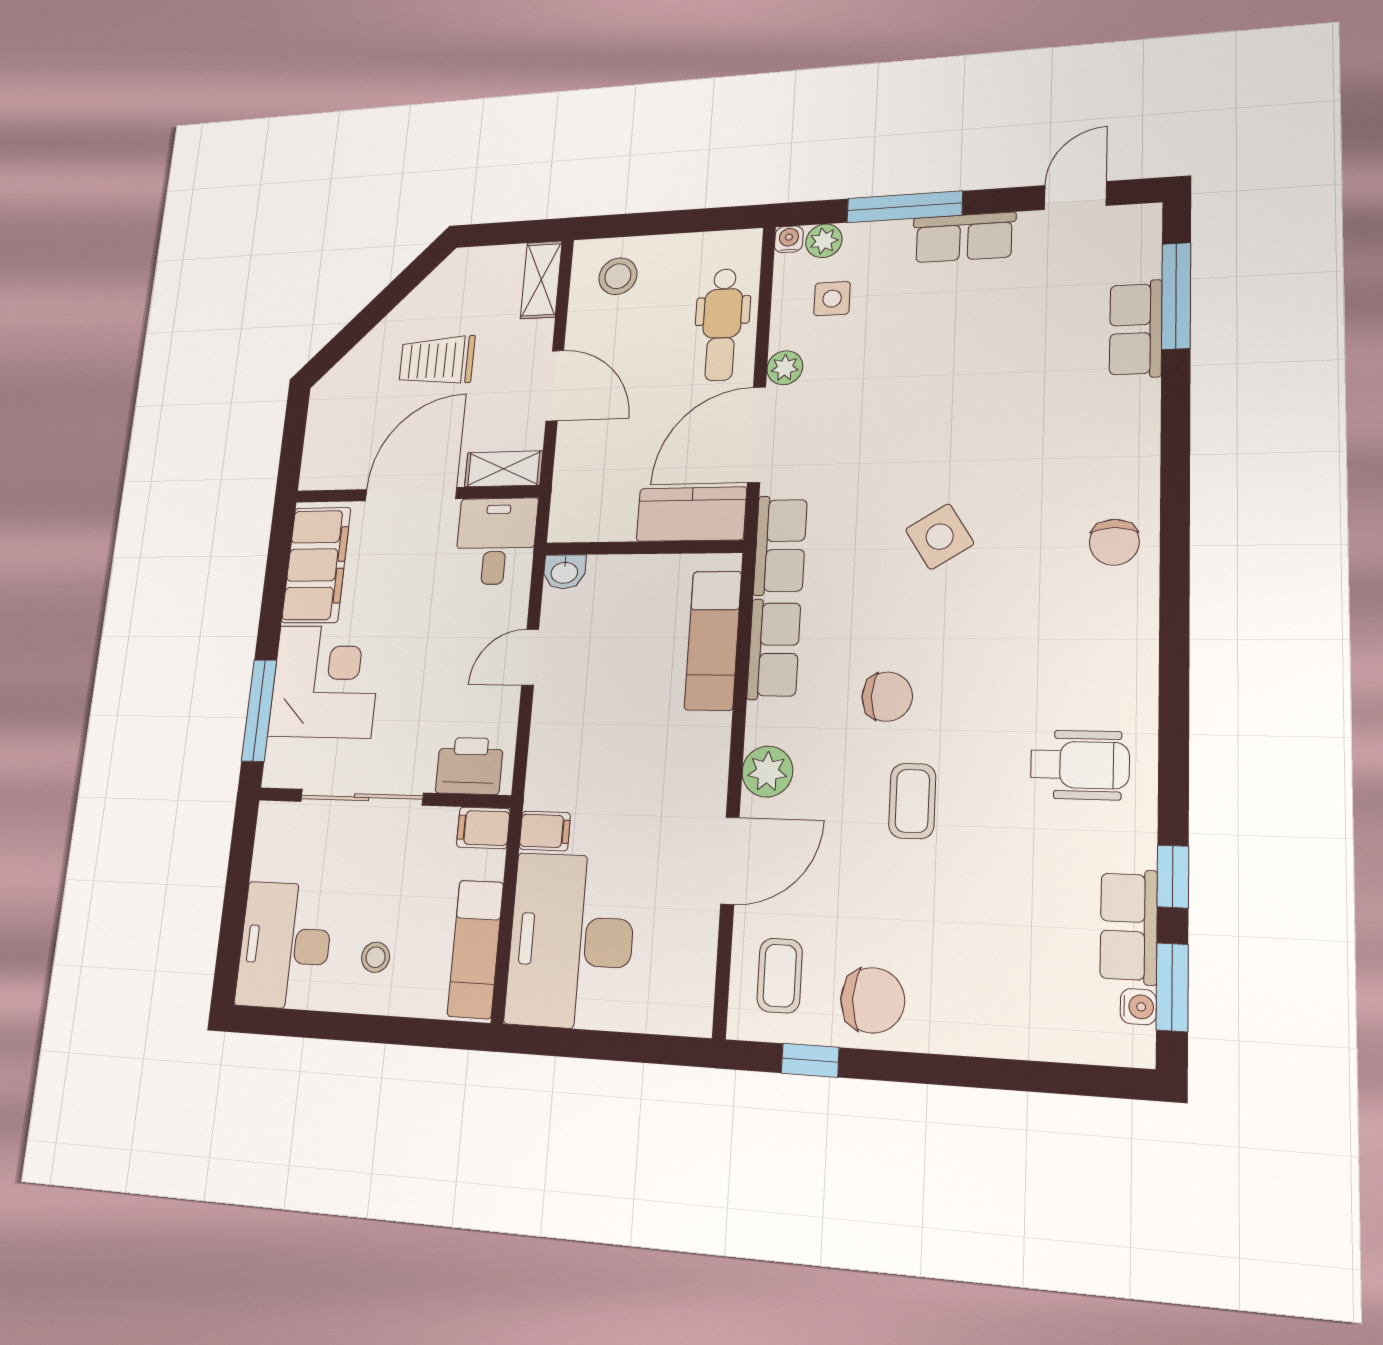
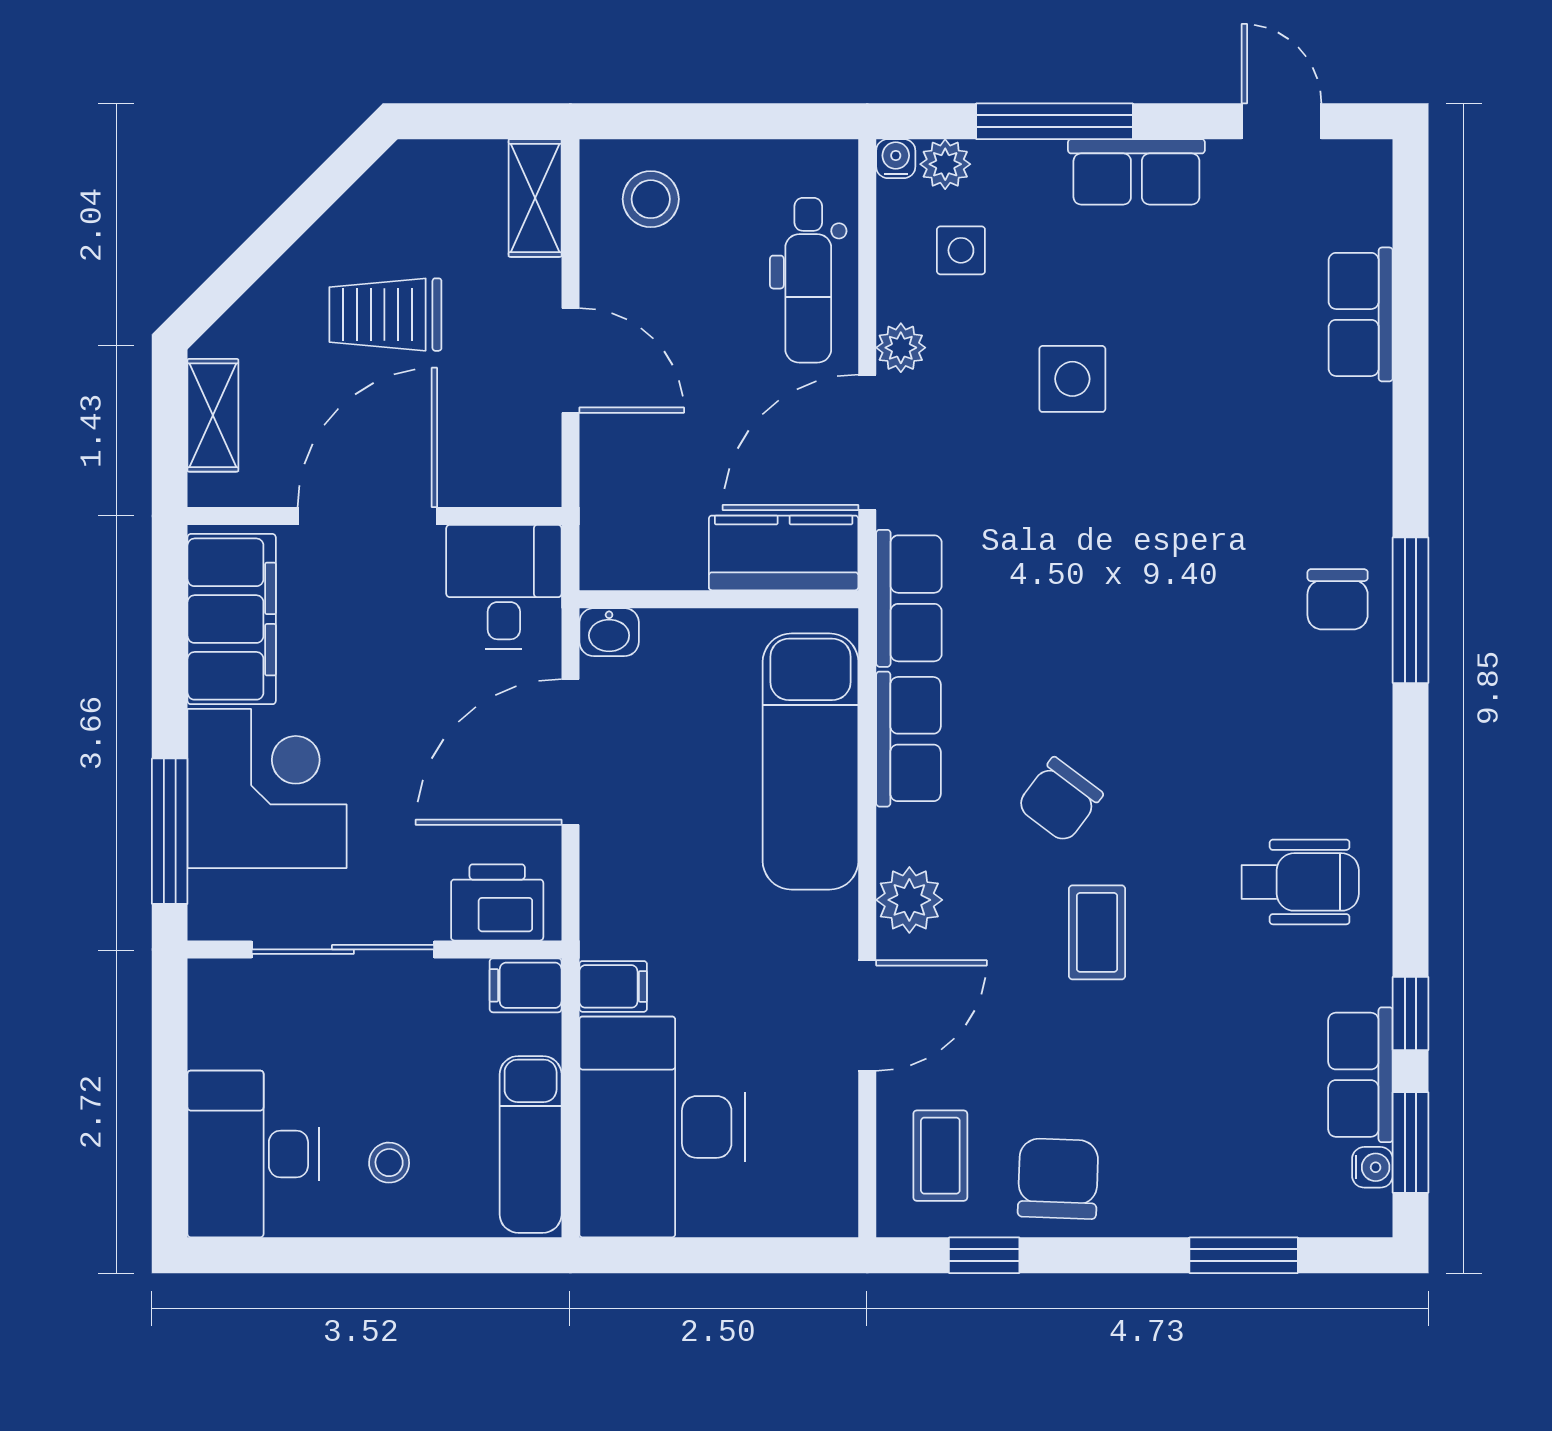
door: (1075, 195) -> (1282, 121), hinge flipped
window: (1176, 296) -> (1410, 610), moved
shelving: (504, 469) -> (213, 415), moved, turned 90
side table: (940, 537) -> (1072, 379), moved, turned 32
exam couch: (713, 640) -> (810, 762), width x1.36, depth x1.45
door: (530, 657) -> (570, 752), width x1.88
chair: (887, 697) -> (1060, 800), turned 127
chair: (873, 1000) -> (1058, 1179), turned -88
window: (1025, 1076) -> (1244, 1255), added

